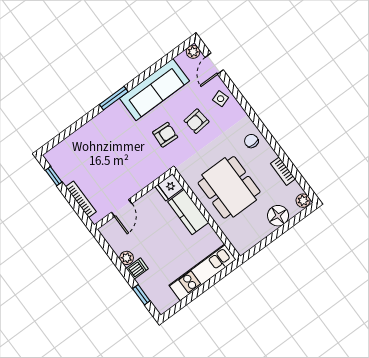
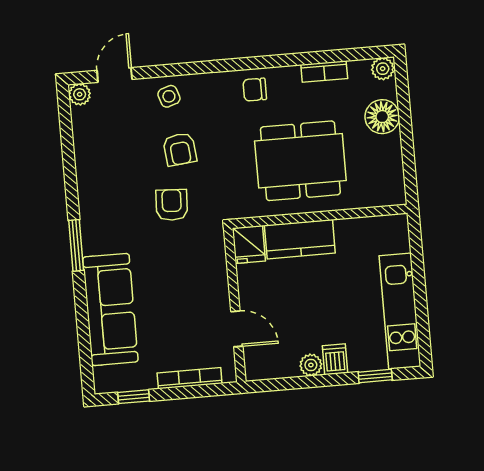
door: (214, 64) -> (115, 75), swing flipped
sofa: (154, 90) -> (110, 309), moved
kitchen unit: (203, 272) -> (400, 311), moved

